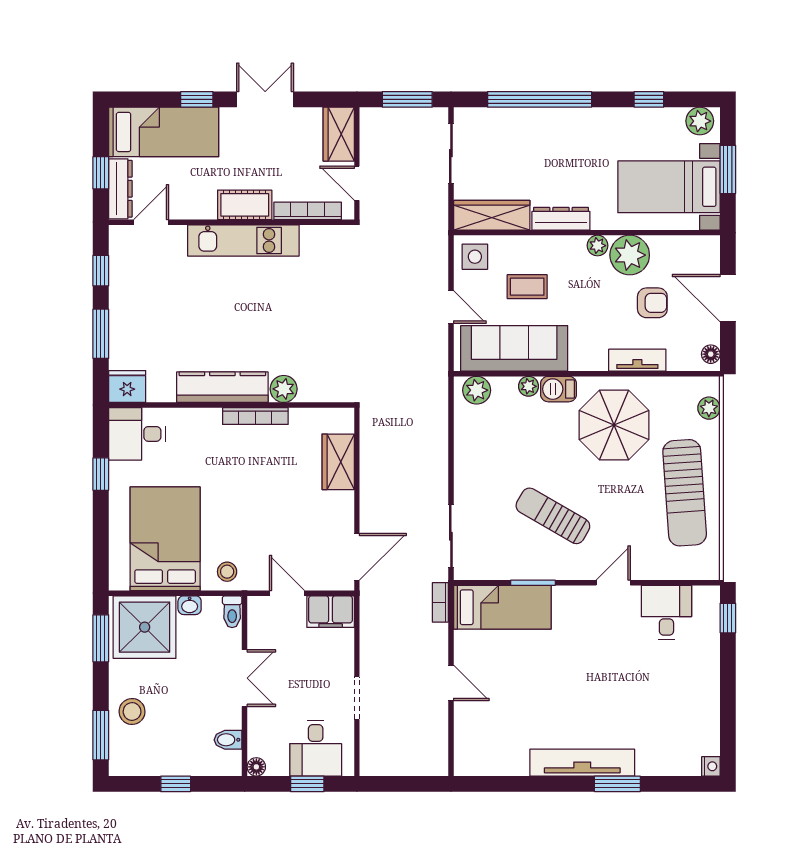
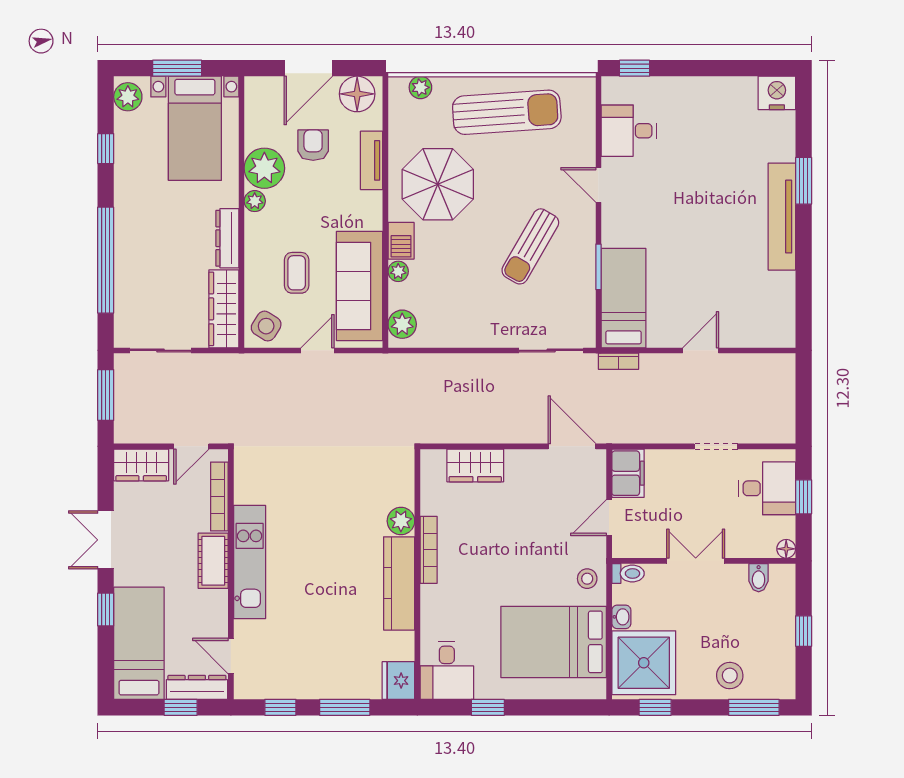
side table: (475, 257) -> (266, 326), turned 32
floor lamp: (711, 354) -> (357, 94), width x1.89, depth x1.89
window: (101, 638) -> (655, 707), width x0.67
nightstand: (711, 766) -> (777, 93), width x1.89, depth x1.79

